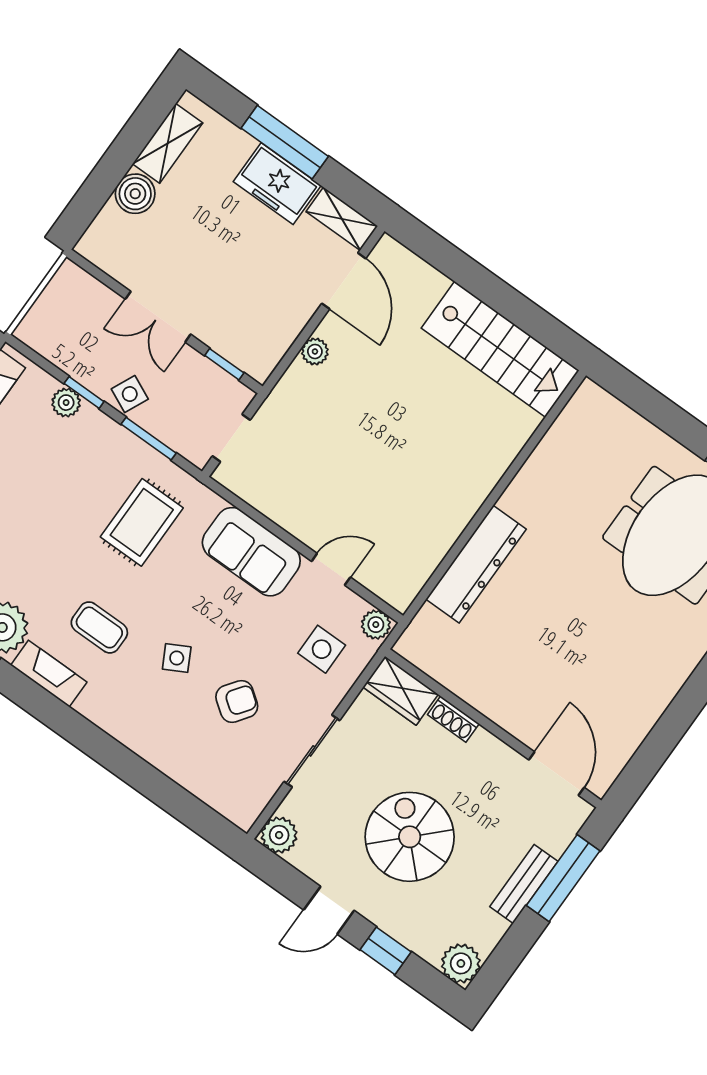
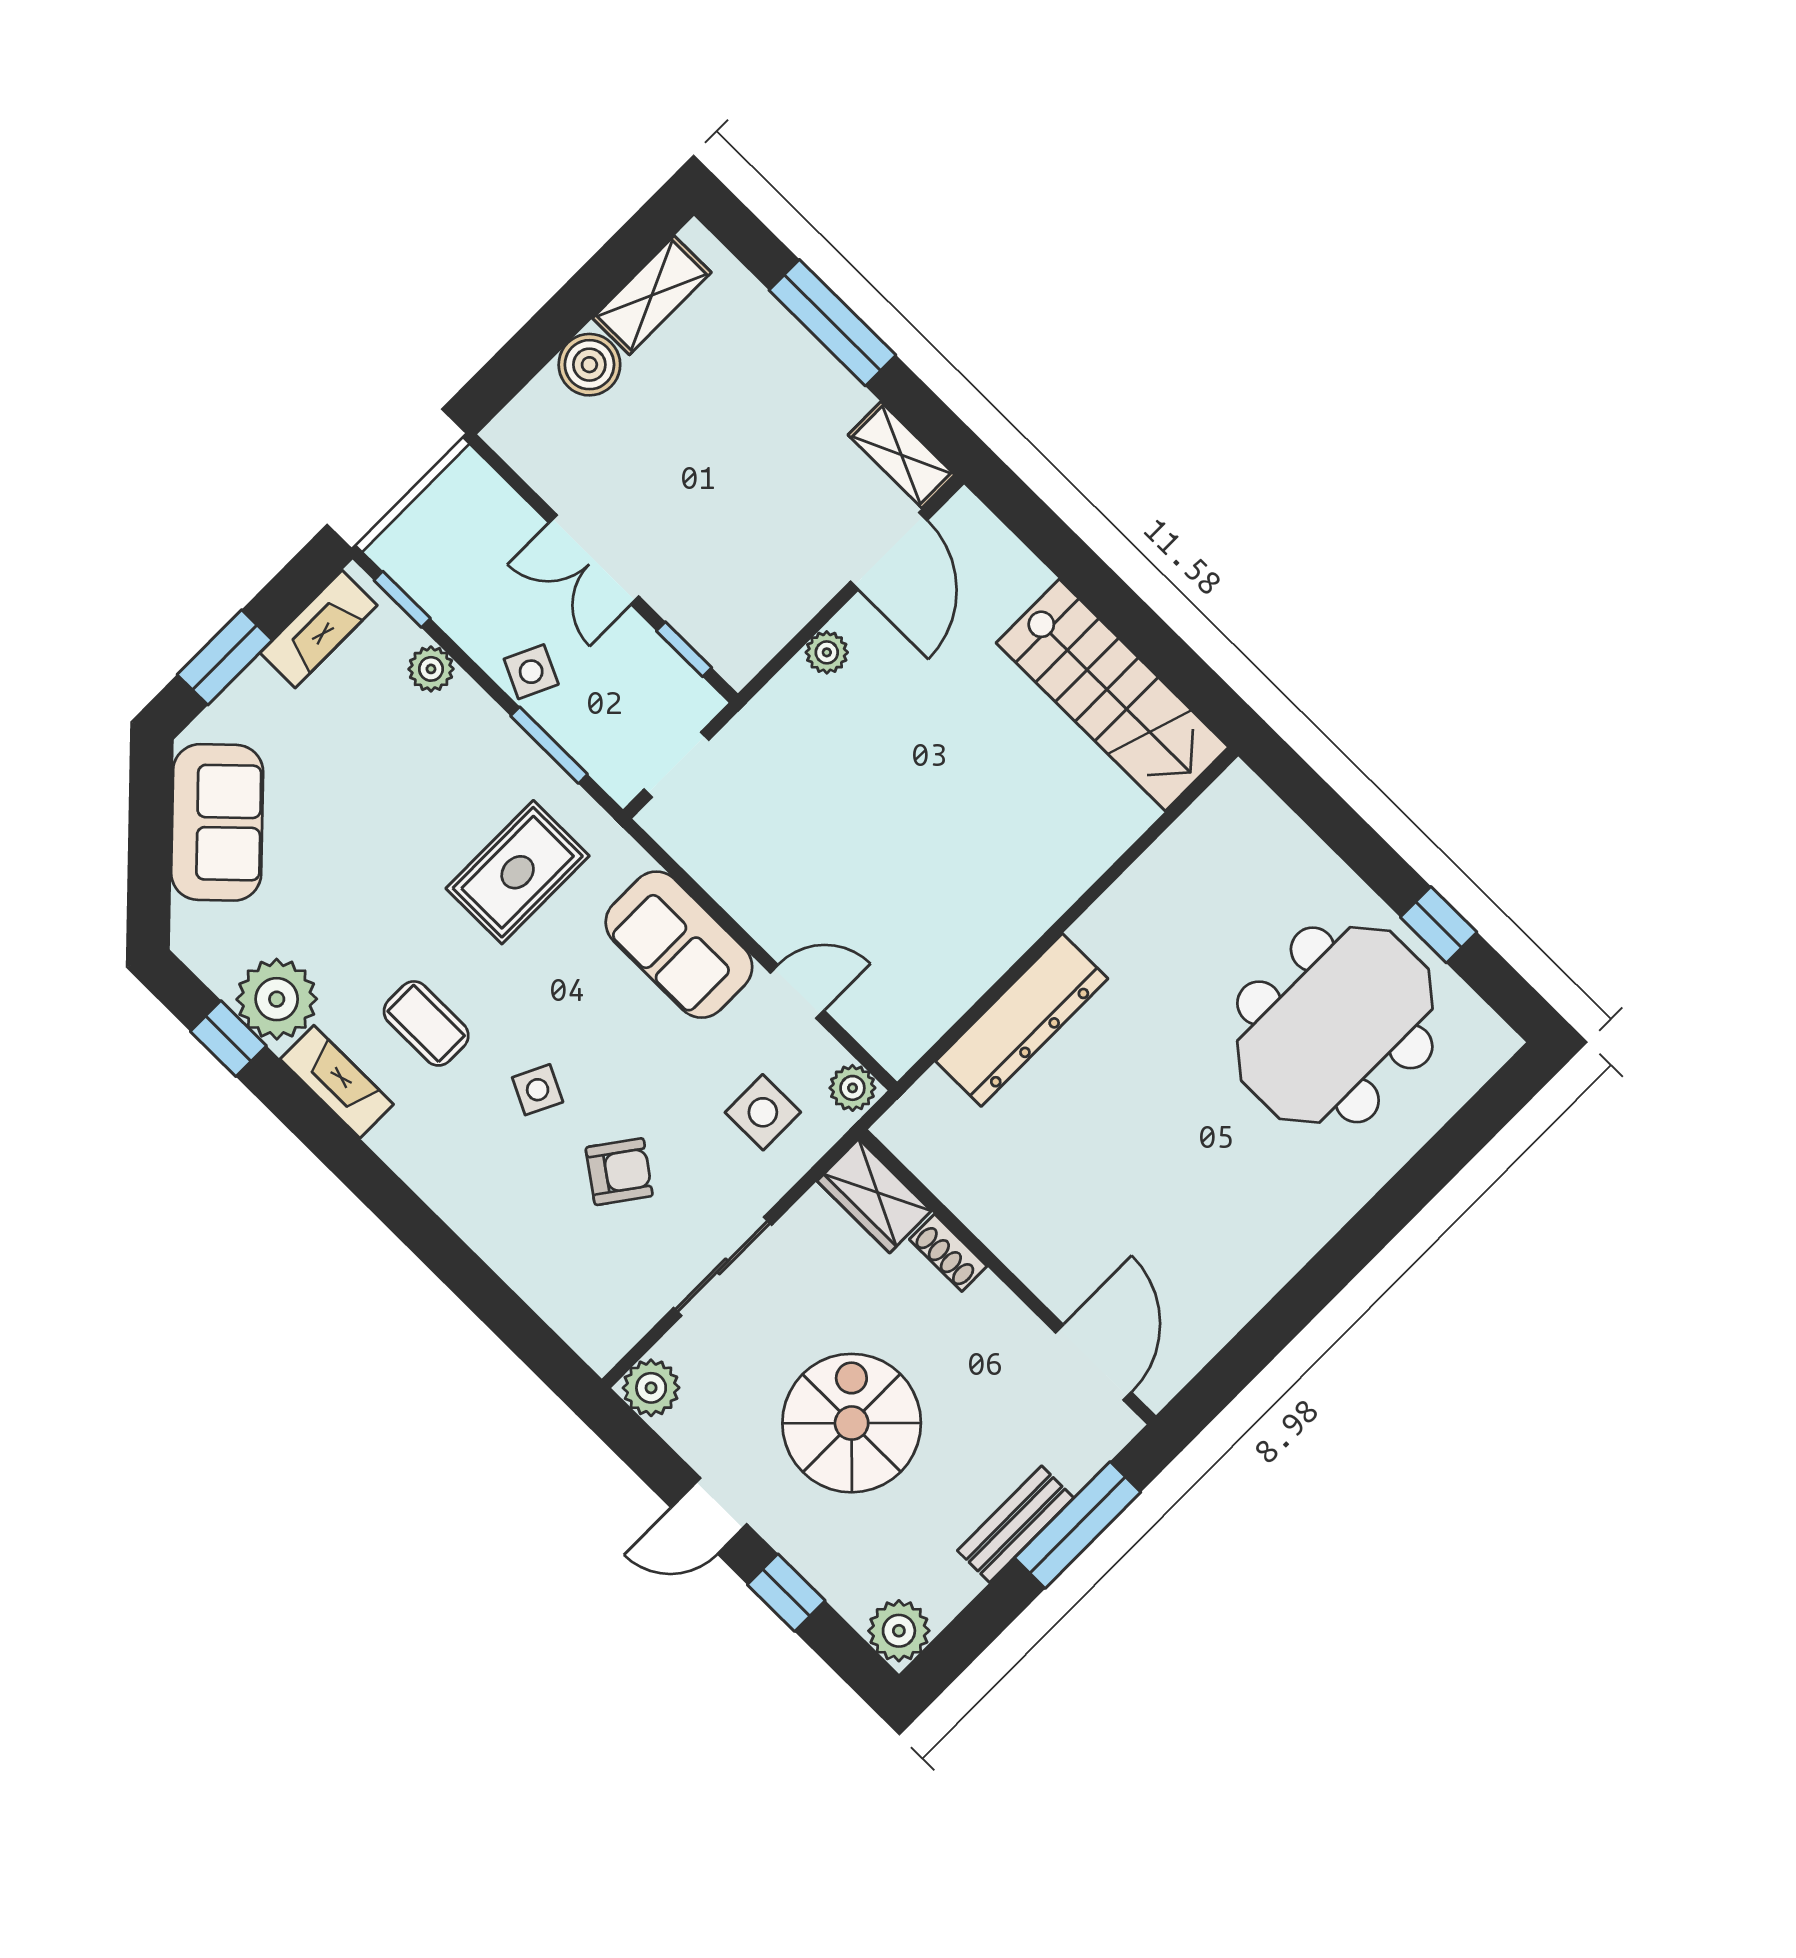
freezer: (277, 184) -> (811, 384), removed
window: (84, 393) -> (402, 599), moved
side table: (177, 658) -> (538, 1090), turned -36

